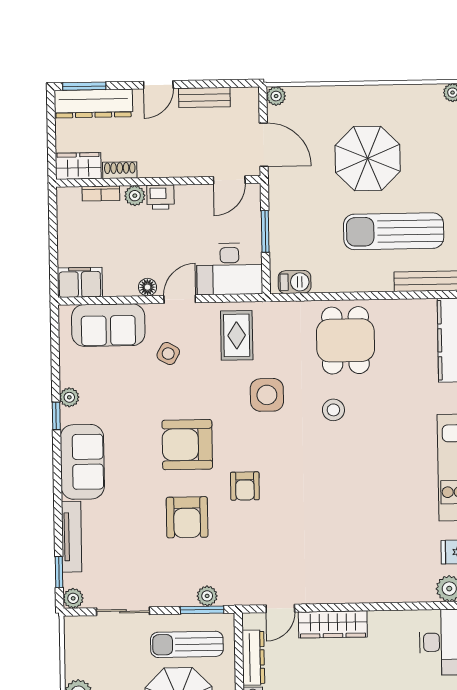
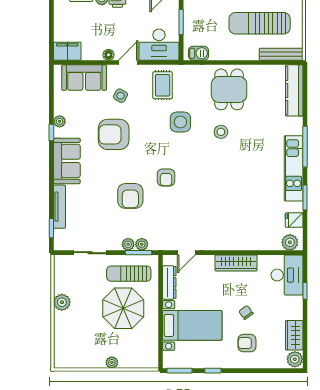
armchair: (187, 445) -> (114, 134), moved
plant: (73, 598) -> (128, 244), moved
wardrobe: (333, 624) -> (236, 263), moved

